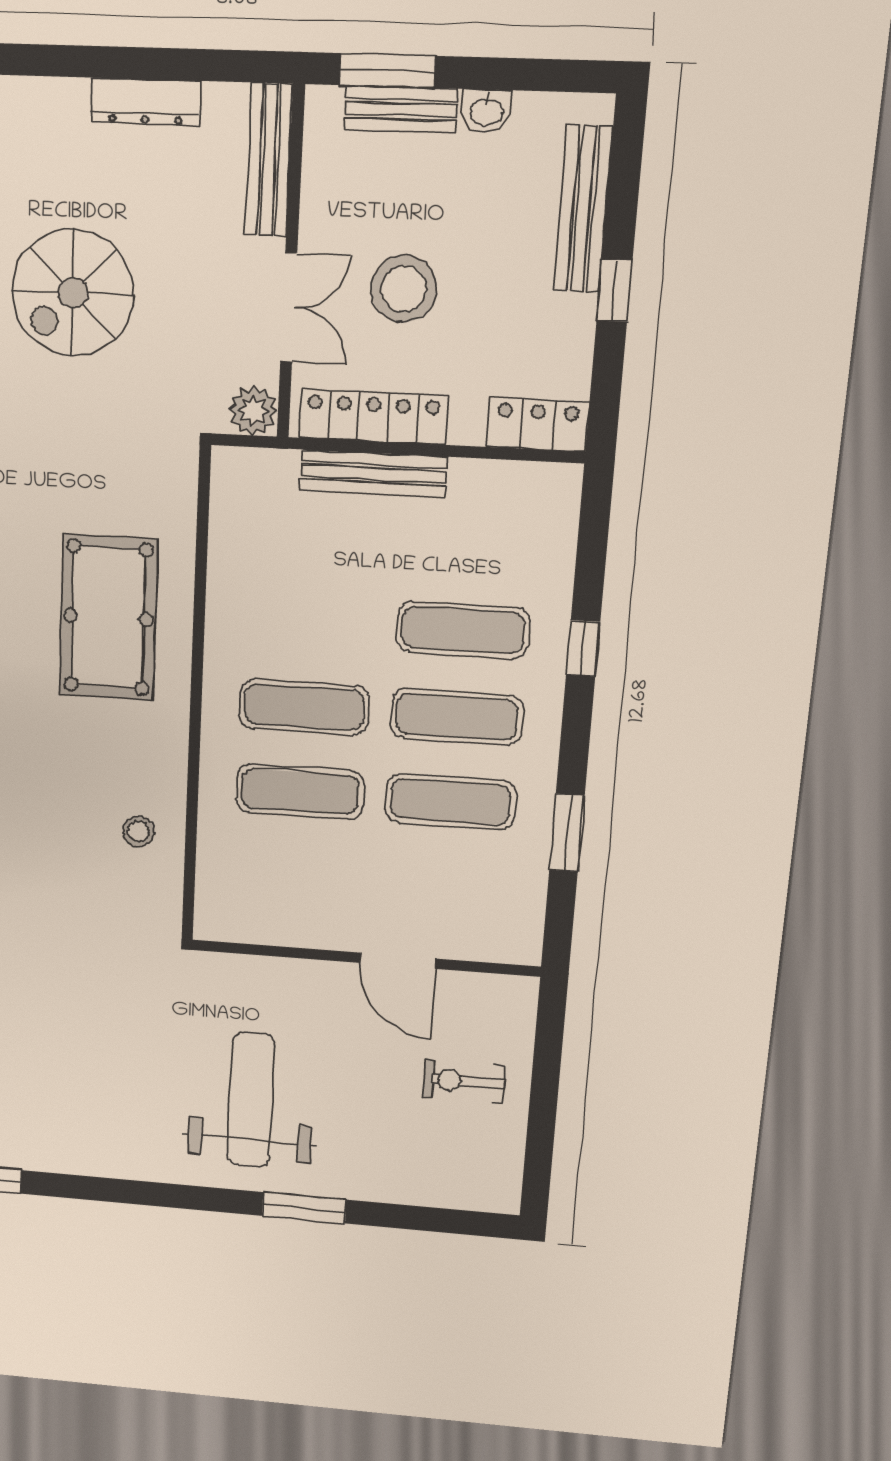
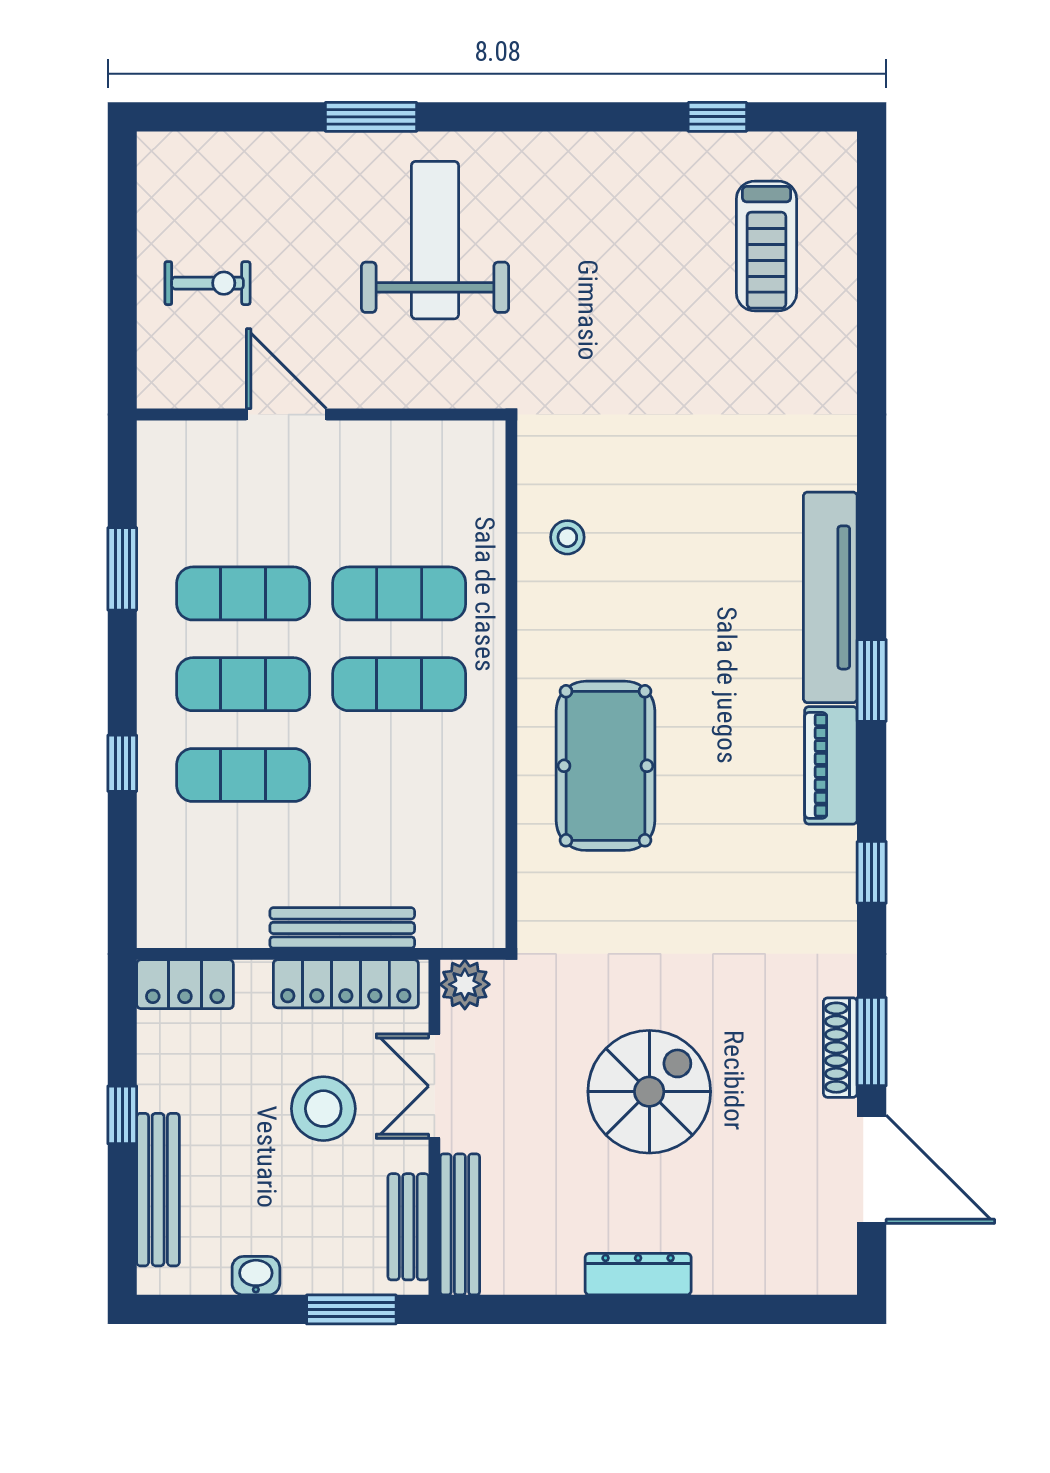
dresser: (146, 102) -> (638, 1274), moved
bench: (400, 109) -> (408, 1227), moved, turned 90
weight bench: (251, 1100) -> (435, 240), turned 180

